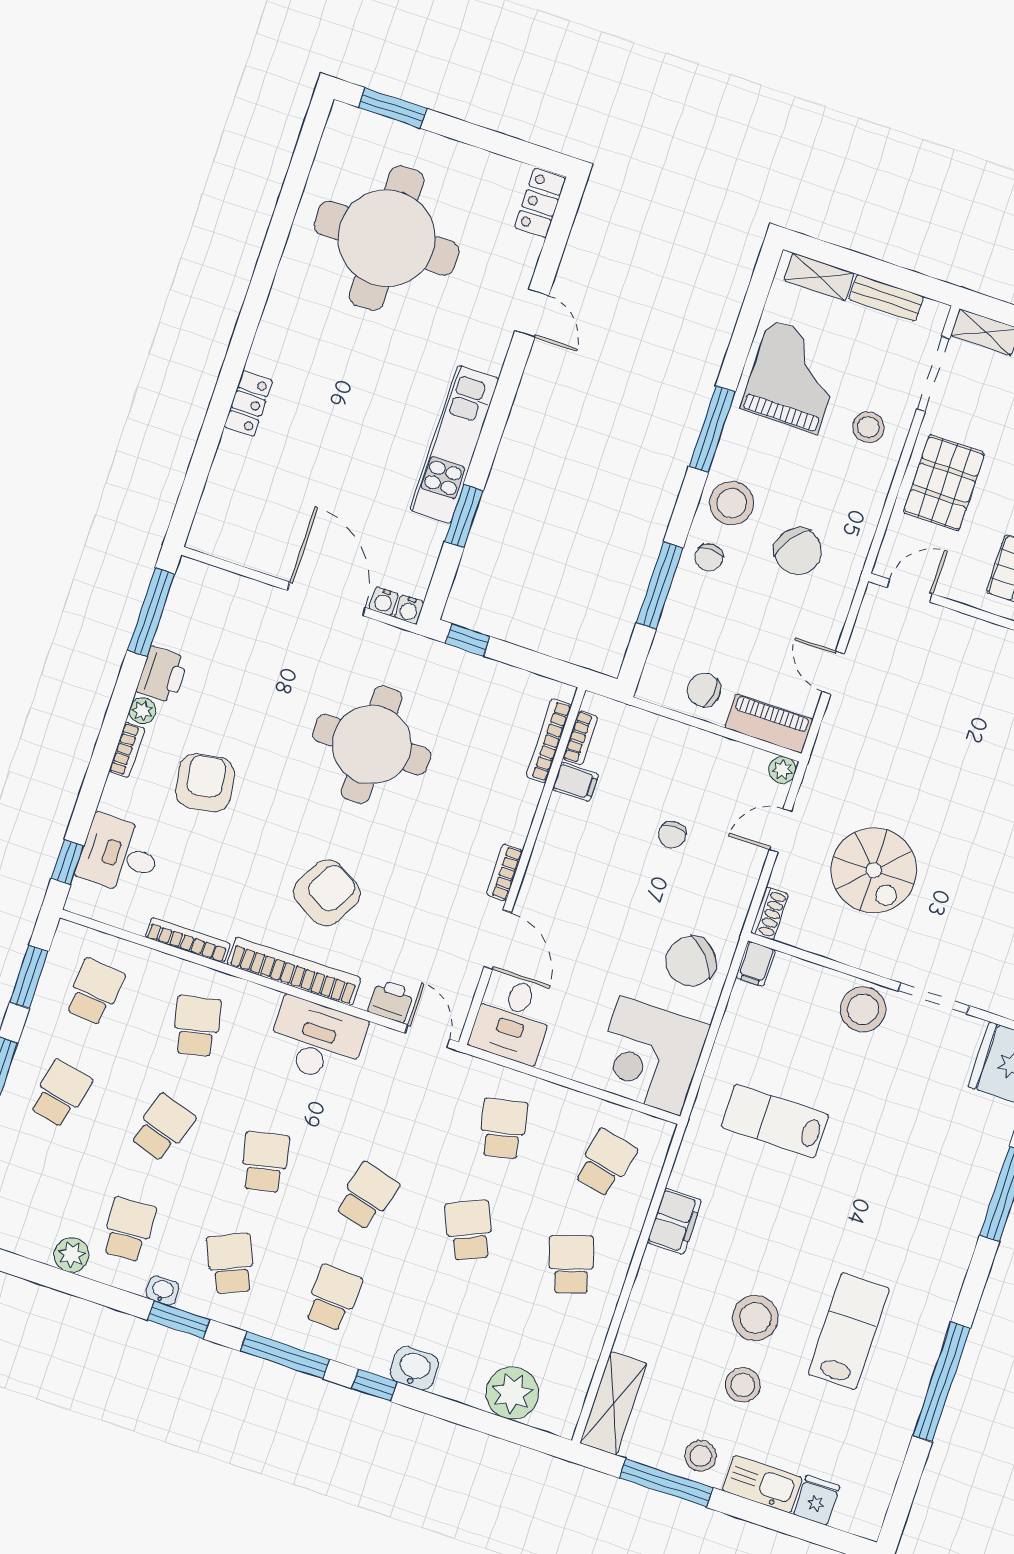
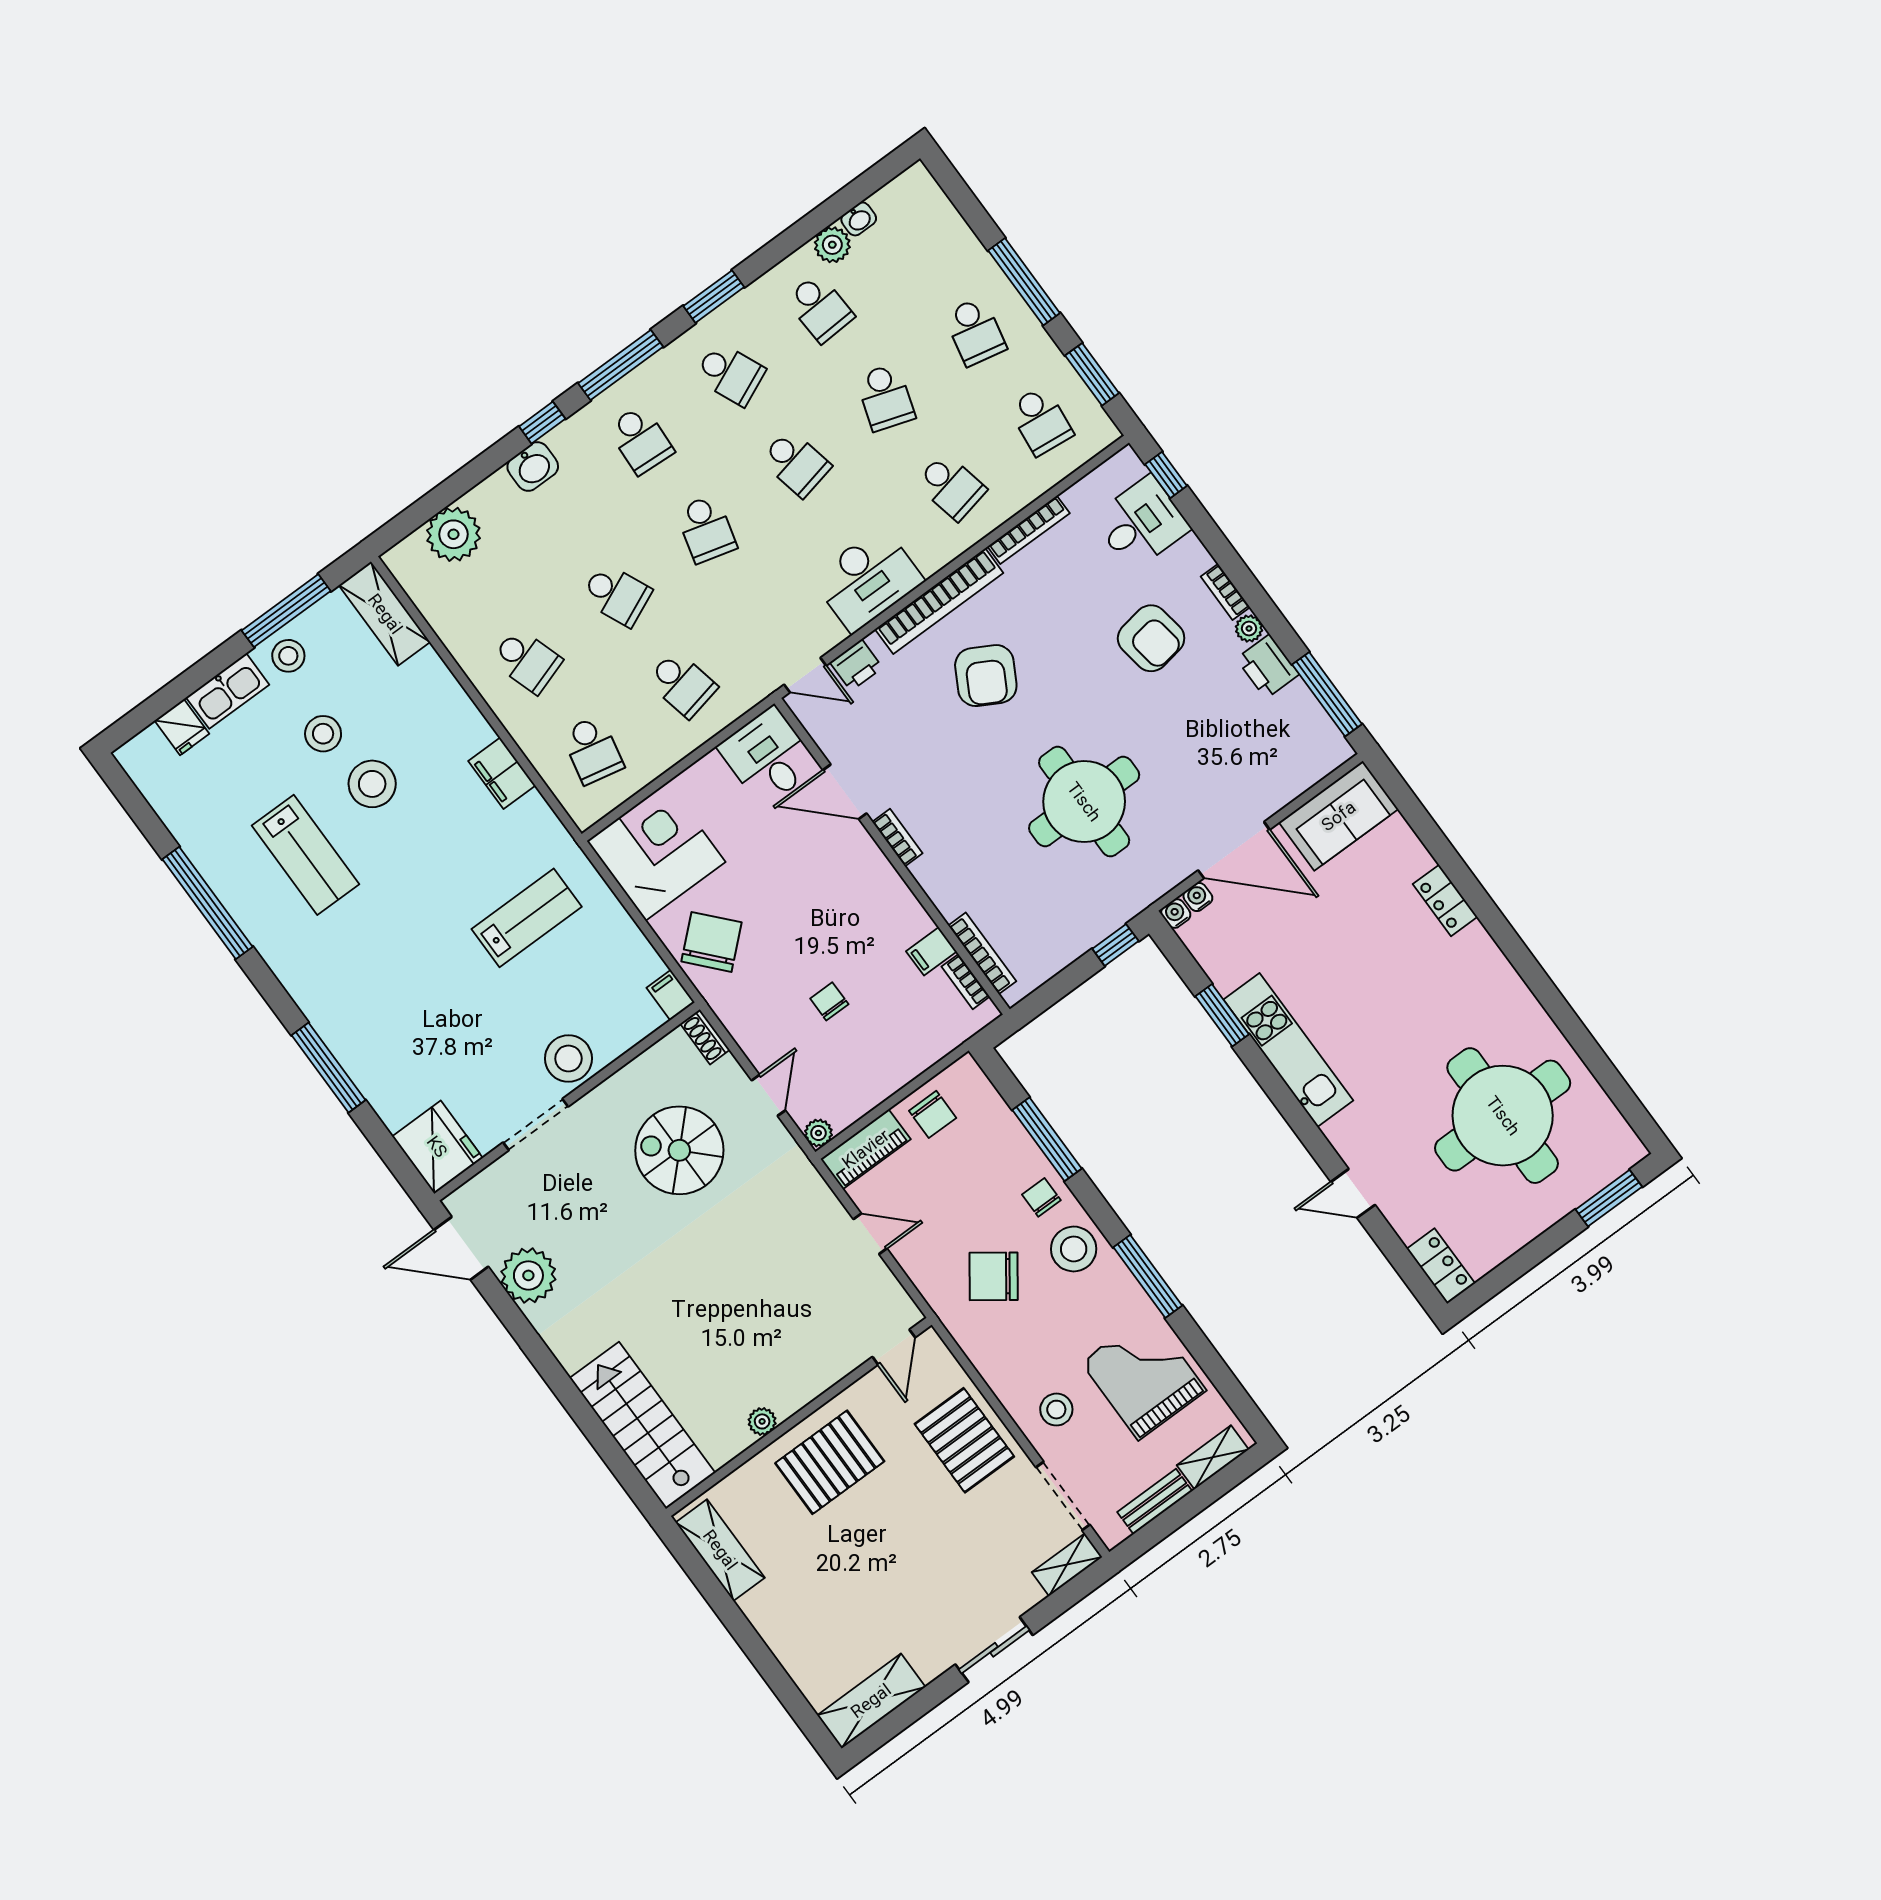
grand piano: (793, 377) -> (1144, 1376), turned 180
sofa: (241, 535) -> (1339, 816), added
chair: (704, 690) -> (933, 1114), turned 82
washbasin: (163, 1291) -> (859, 219), moved

